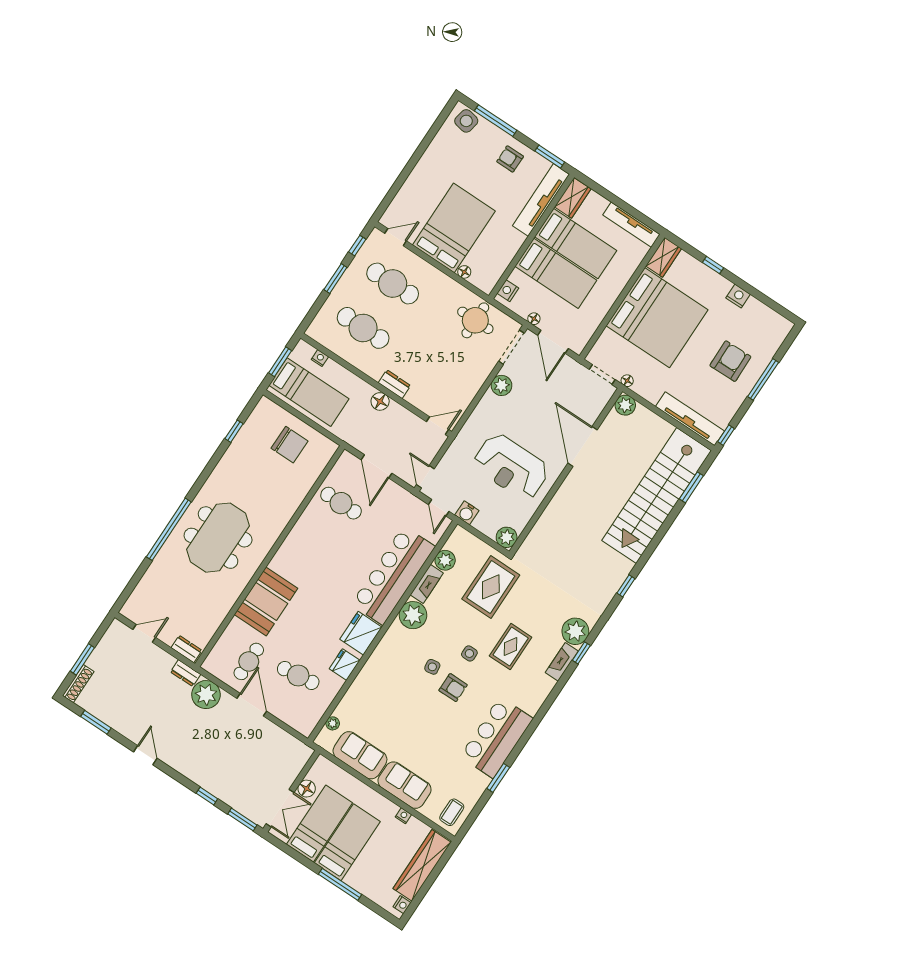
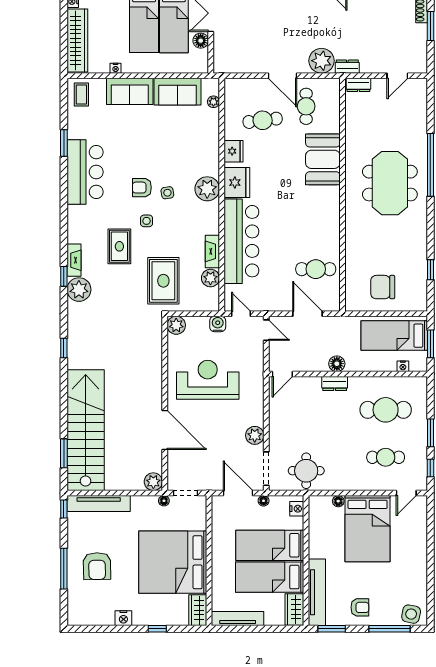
cafe table: (393, 284) -> (386, 457), width x0.73, depth x0.74
plant: (413, 615) -> (207, 189), moved

